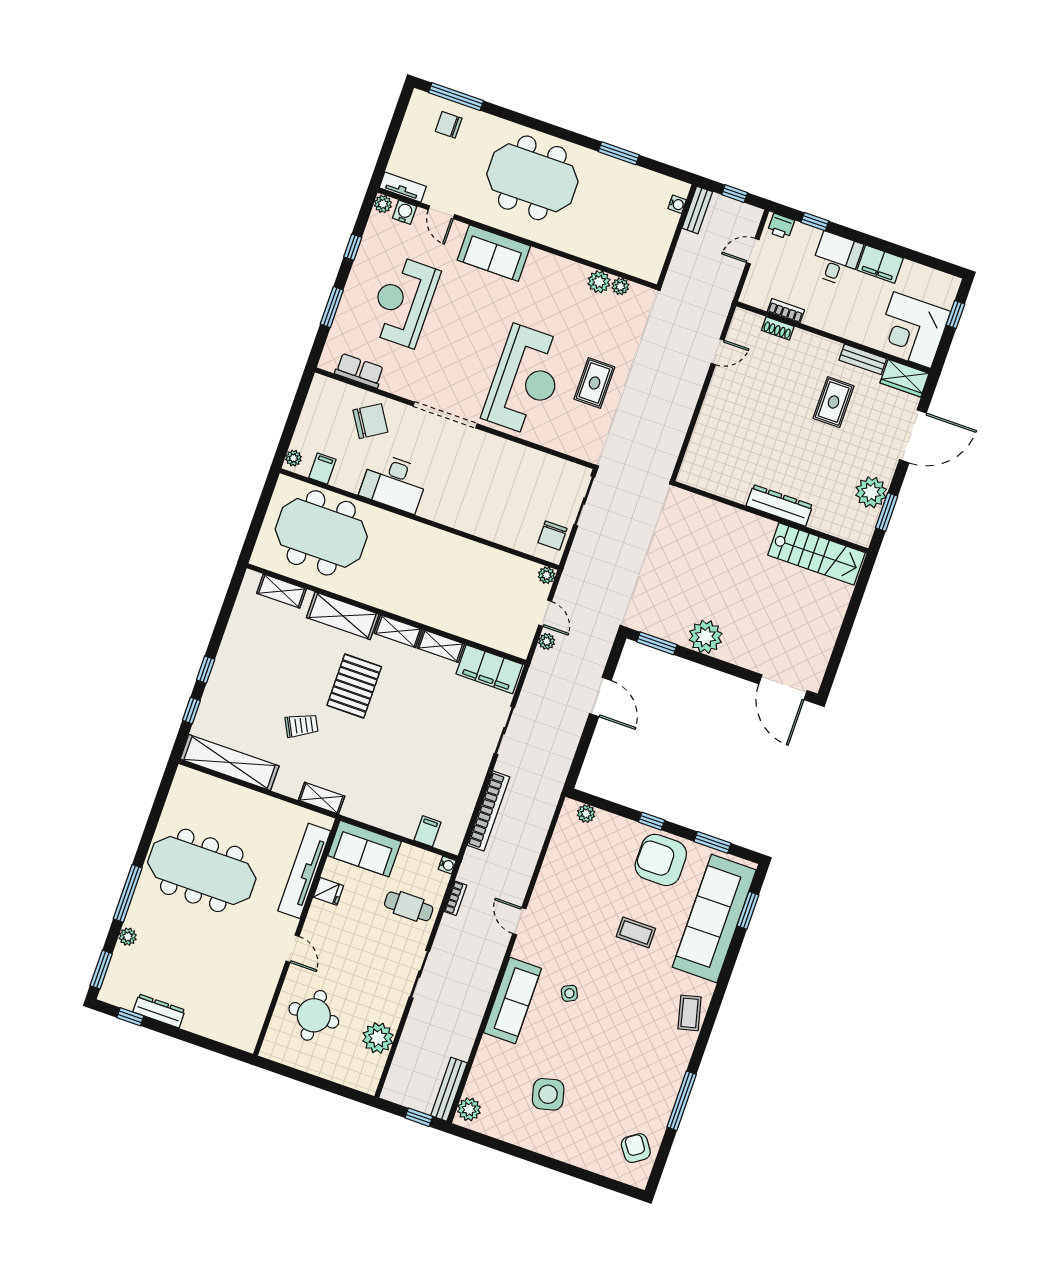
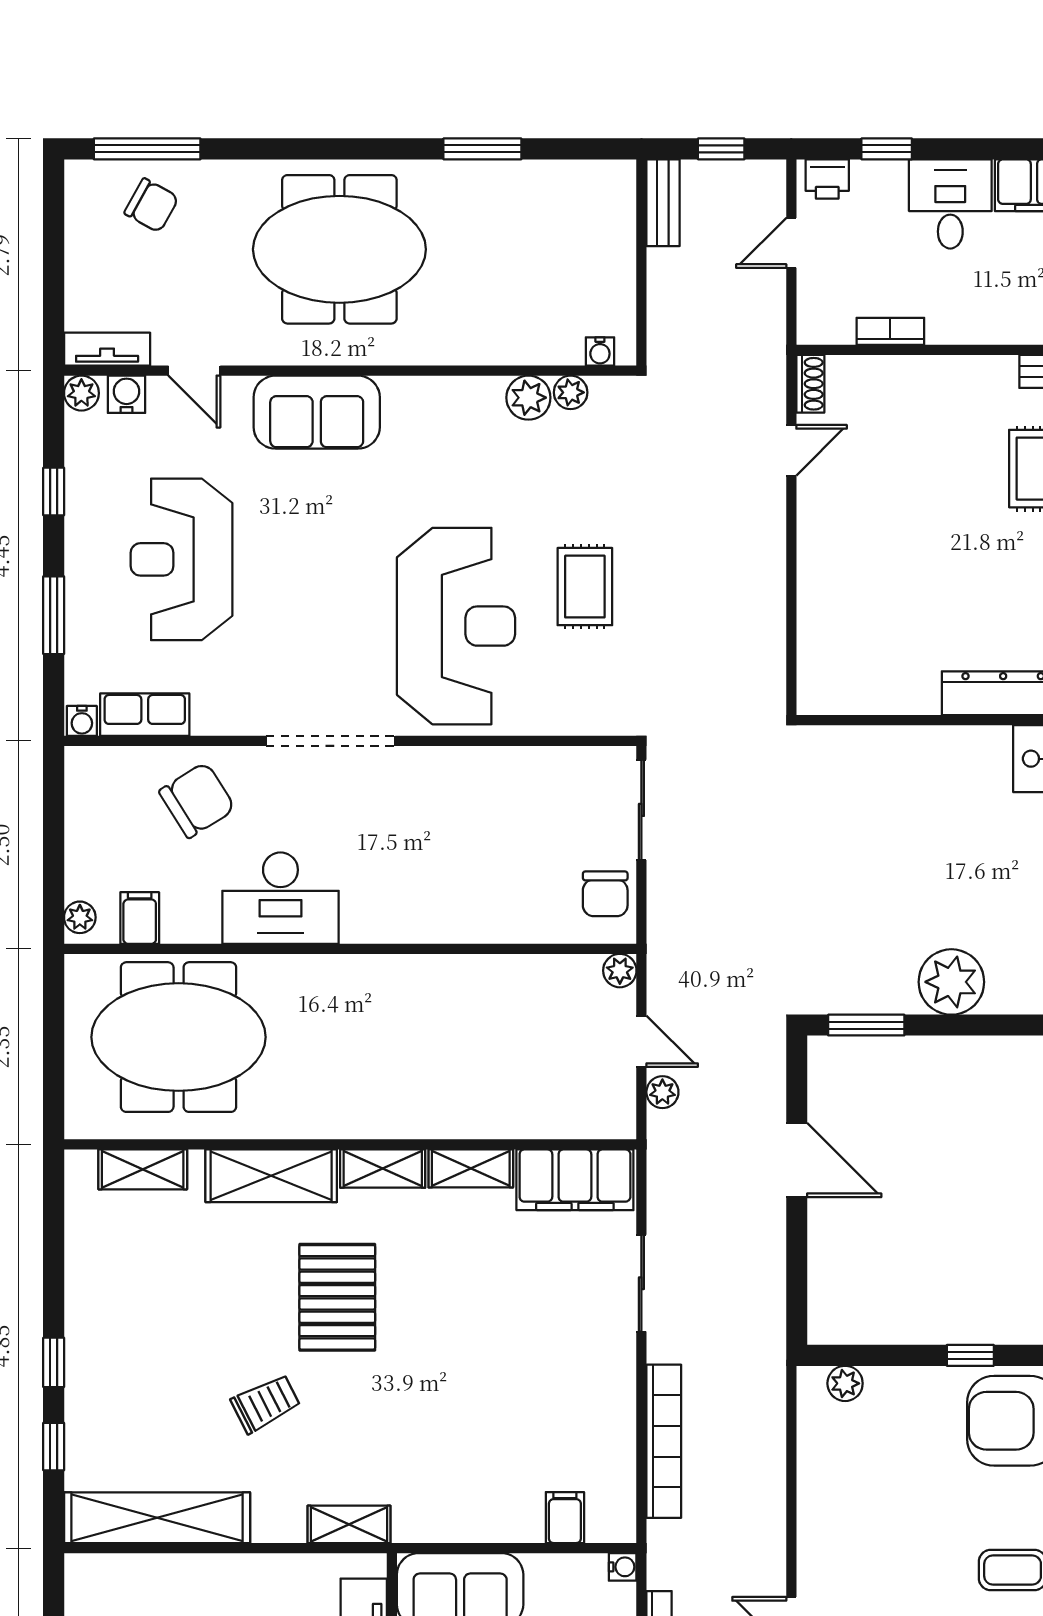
chair: (449, 125) -> (152, 205), turned -151
water cooler: (677, 204) -> (600, 351), moved, turned 90
shoe rack: (778, 328) -> (810, 384), moved, turned -90
water cooler: (328, 363) -> (82, 721), added

